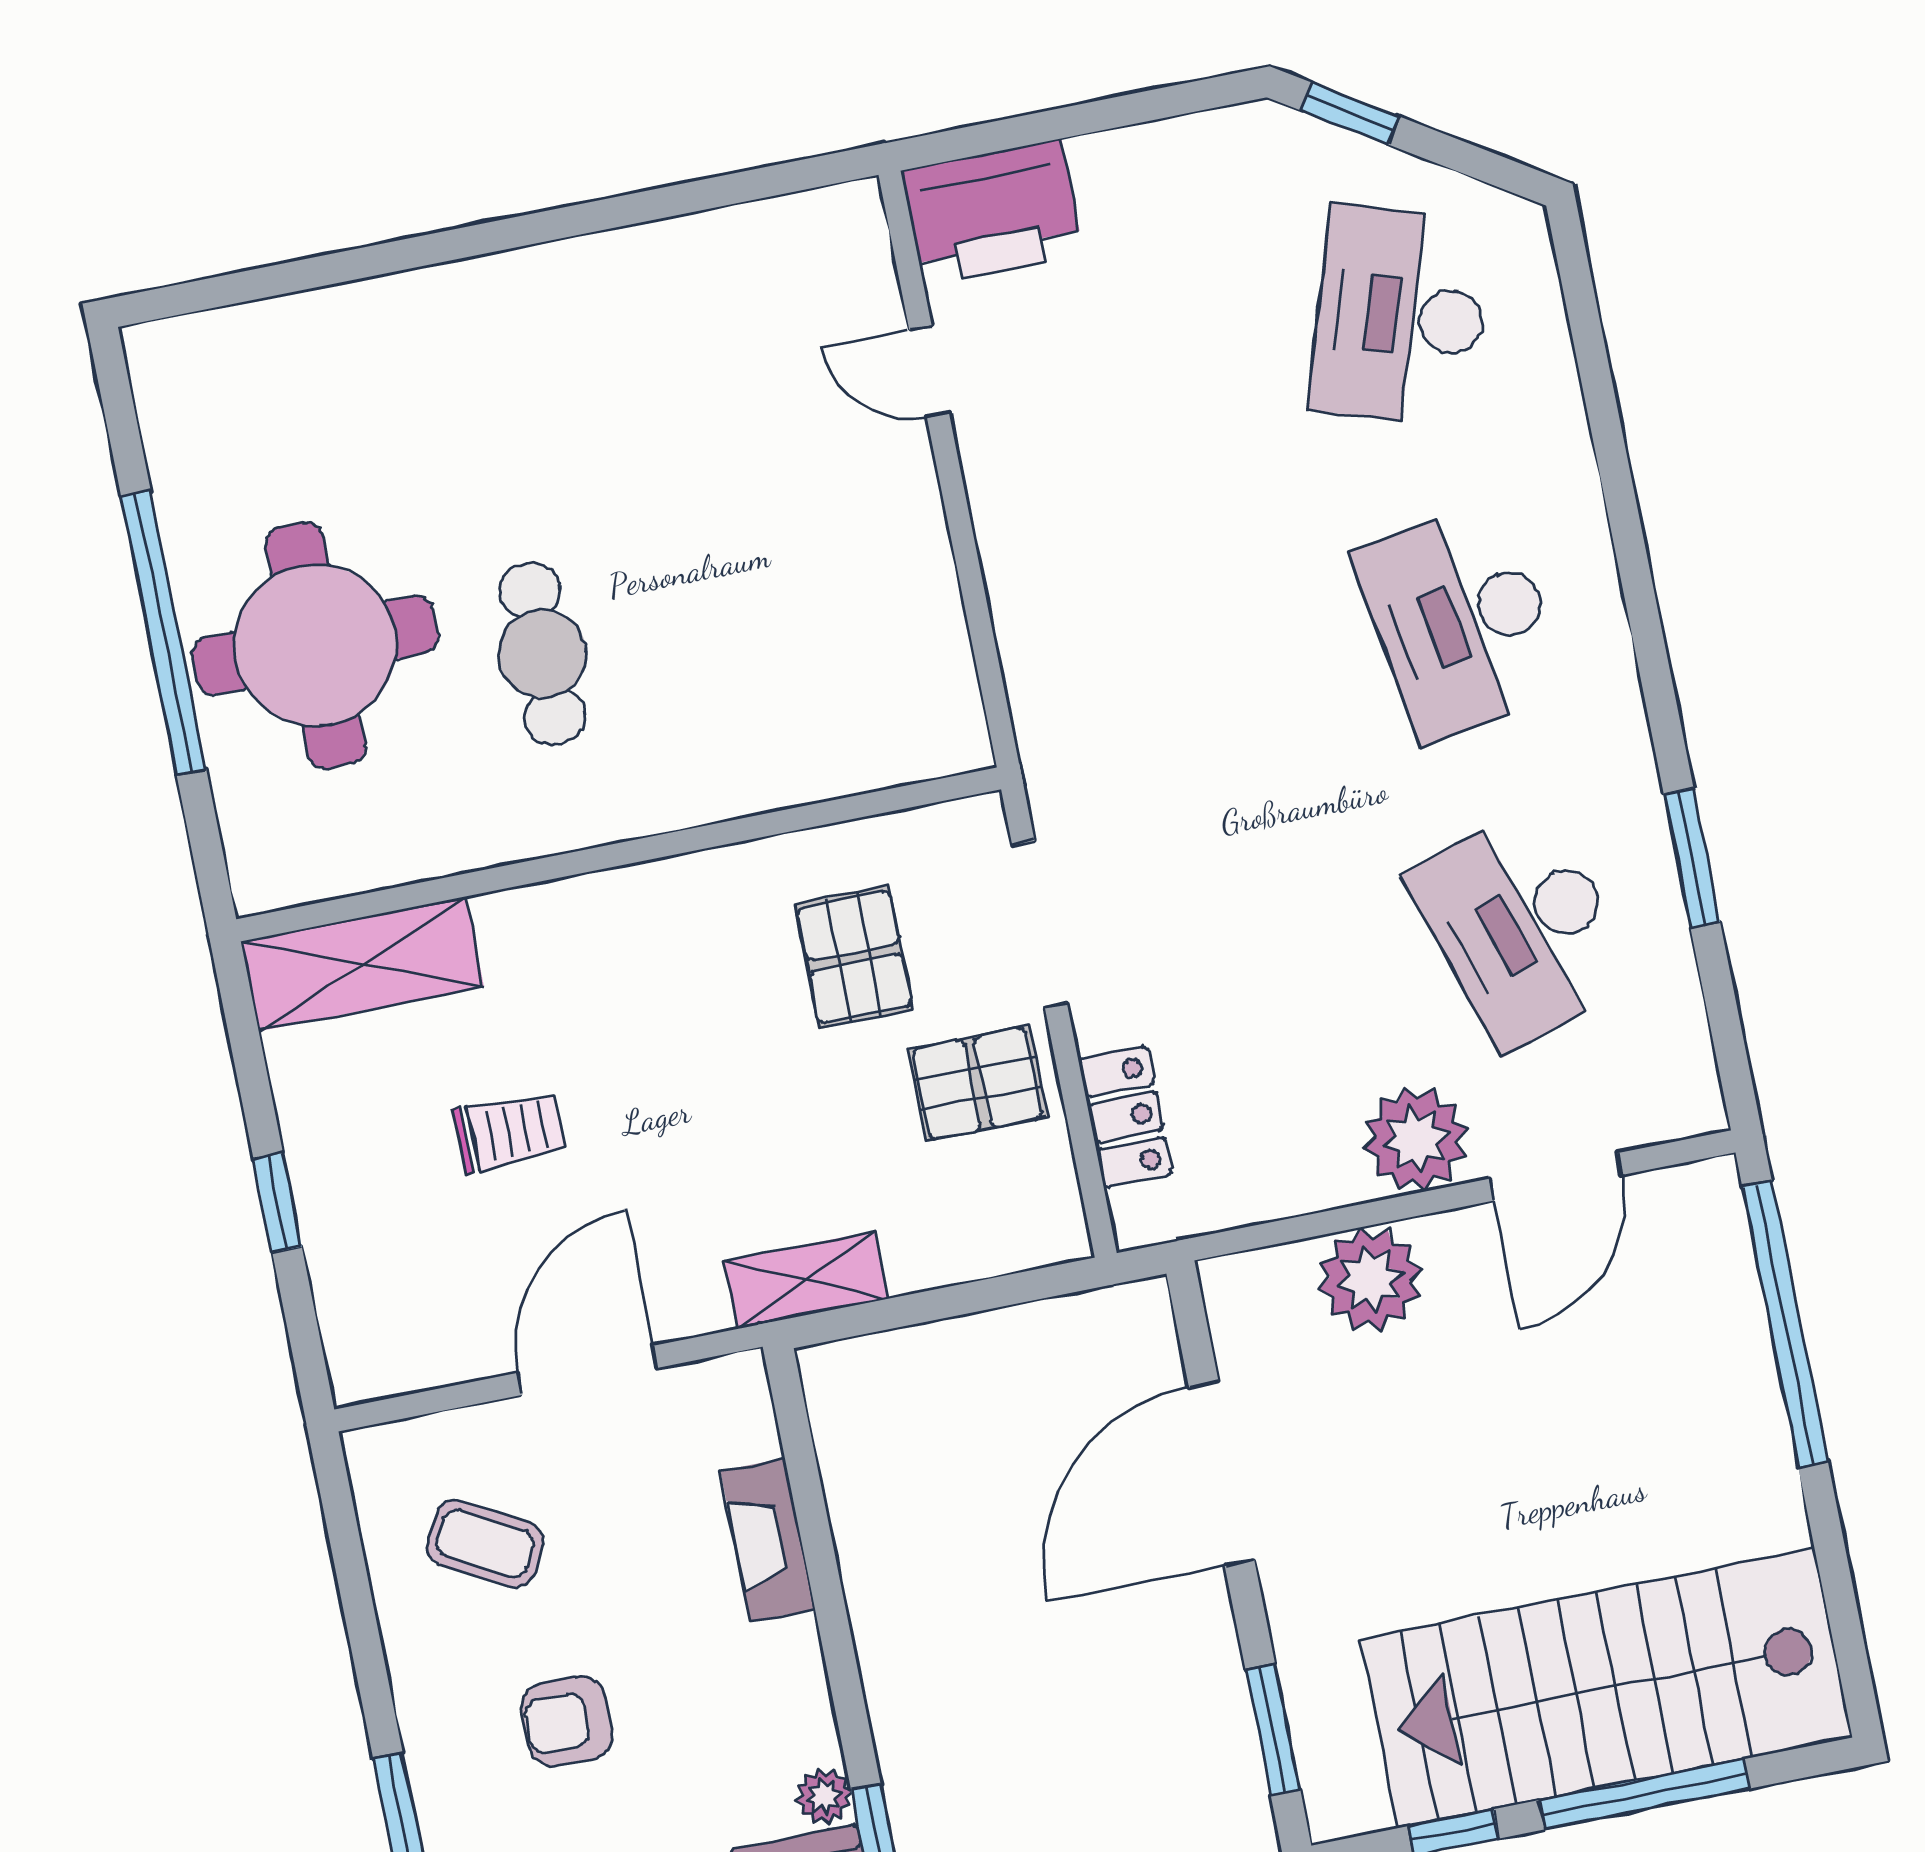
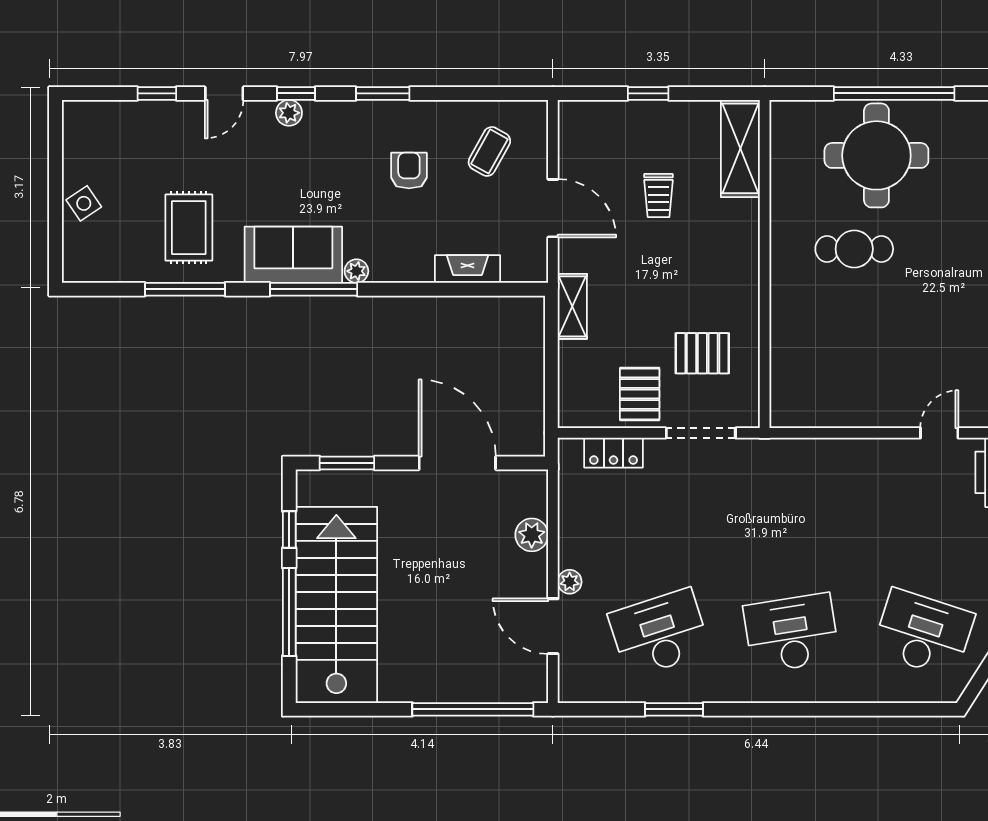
plant: (1416, 1139) -> (570, 582), width x0.53, depth x0.53
plant: (1370, 1279) -> (532, 535), width x0.73, depth x0.73

